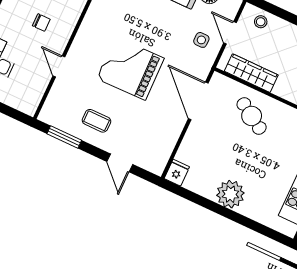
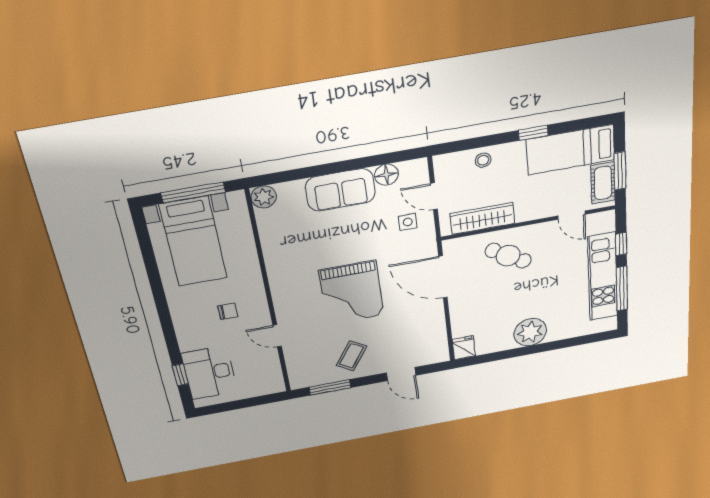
stool: (261, 22) -> (483, 160), moved
grand piano: (130, 68) -> (352, 293), turned -89
coffee table: (96, 121) -> (351, 356), turned -57

